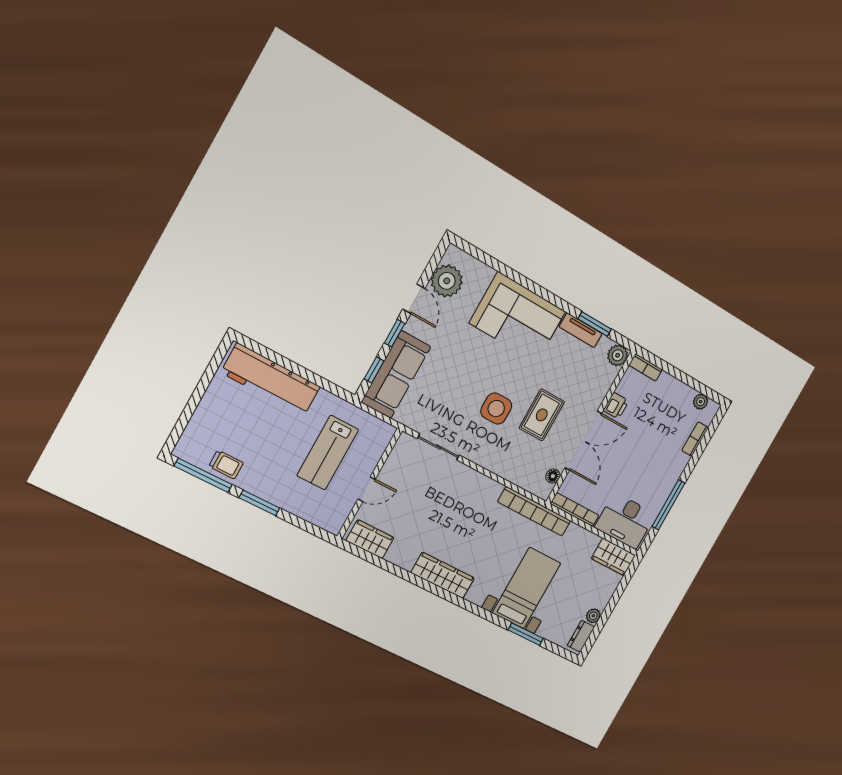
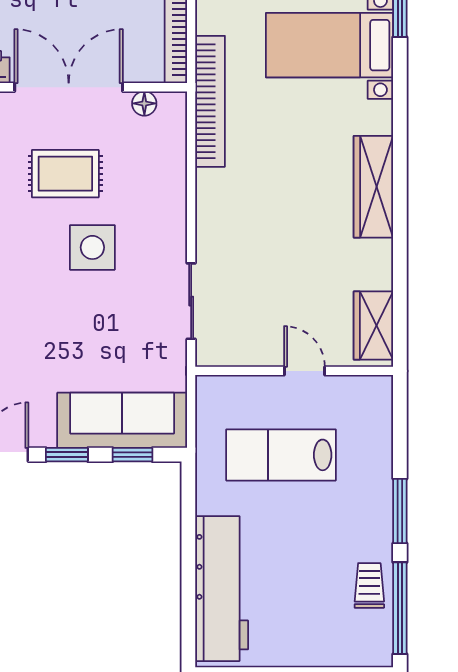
lab bench: (328, 453) -> (281, 455), turned 180

